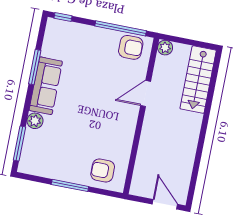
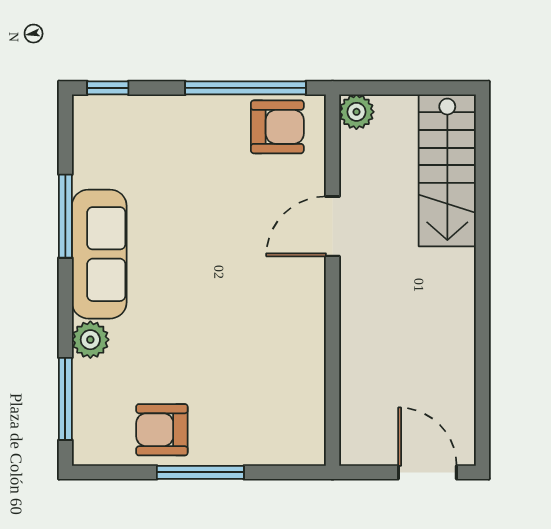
armchair: (103, 171) -> (162, 430), moved

